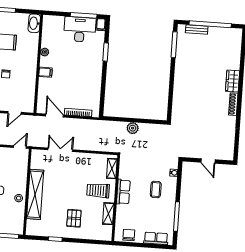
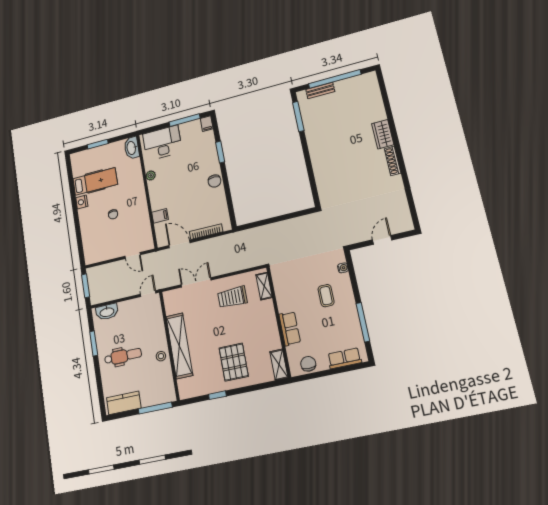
desk: (80, 29) -> (162, 143), moved
filing cabinet: (45, 72) -> (160, 216), moved
chair: (95, 74) -> (215, 181), added
door: (14, 113) -> (133, 255), hinge flipped
plant: (133, 128) -> (276, 229), removed
door: (208, 161) -> (382, 240), swing flipped
trolley: (98, 190) -> (232, 297), moved
row of seats: (123, 192) -> (290, 329), moved
shelving: (108, 214) -> (279, 365), moved
pallet: (74, 218) -> (234, 362), width x1.50, depth x1.42

